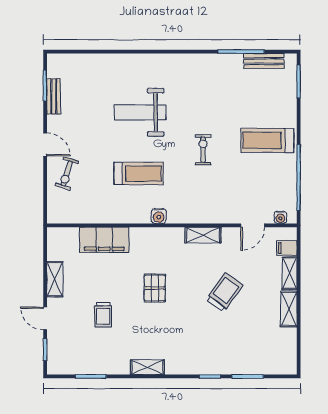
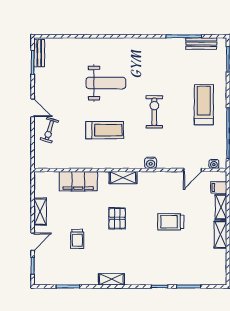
bench: (54, 96) -> (39, 53), moved
weight bench: (140, 112) -> (106, 83), turned 180
treadmill: (267, 140) -> (204, 105), turned 90
exercise bike: (203, 150) -> (154, 112), width x1.38, depth x1.39
water cooler: (159, 216) -> (151, 163), moved
shelving: (203, 235) -> (123, 178), moved
trolley: (224, 292) -> (171, 222), turned -126
door: (45, 318) -> (33, 242), swing flipped

